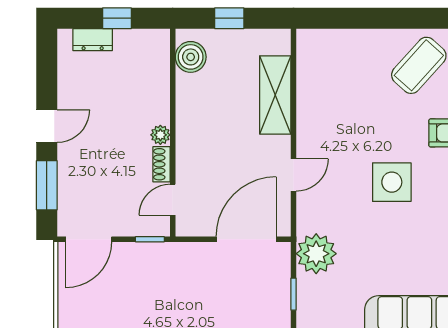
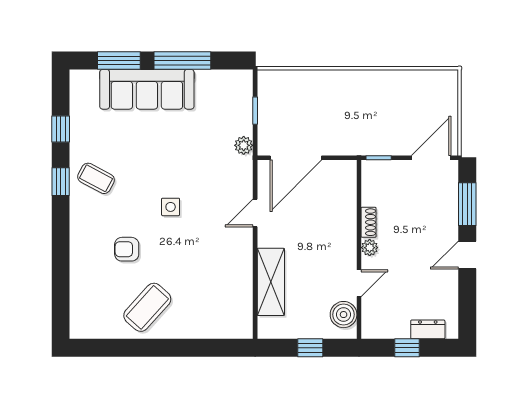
side table: (392, 182) -> (171, 207), width x0.54, depth x0.54
door: (173, 200) -> (359, 283), moved
plant: (316, 254) -> (244, 145), width x0.53, depth x0.53

